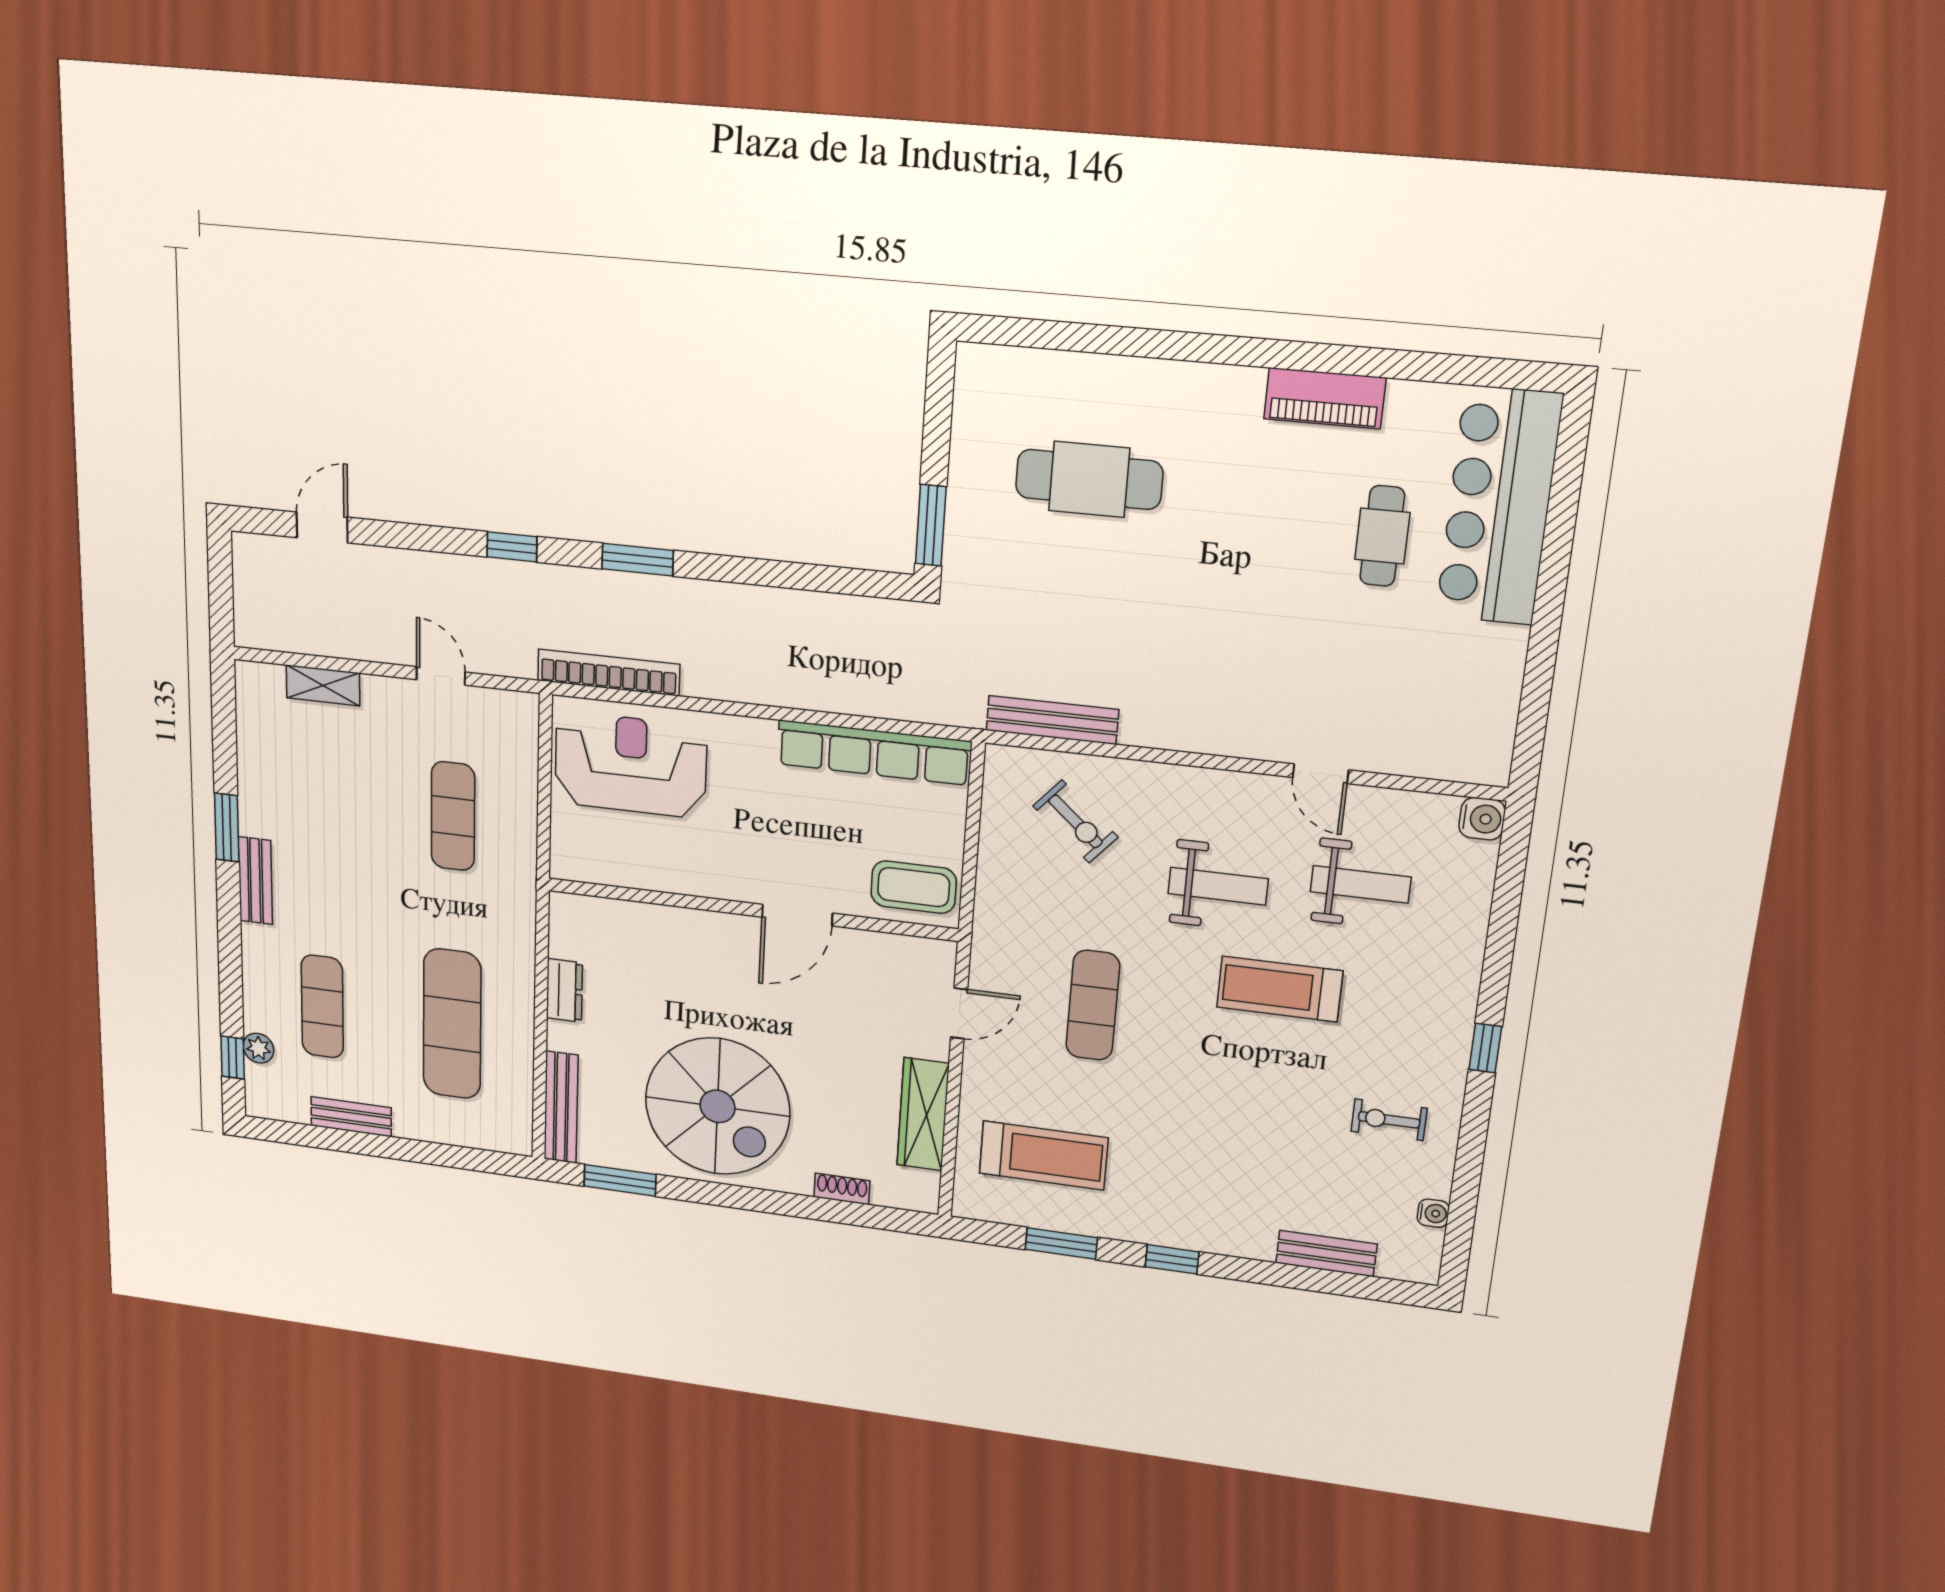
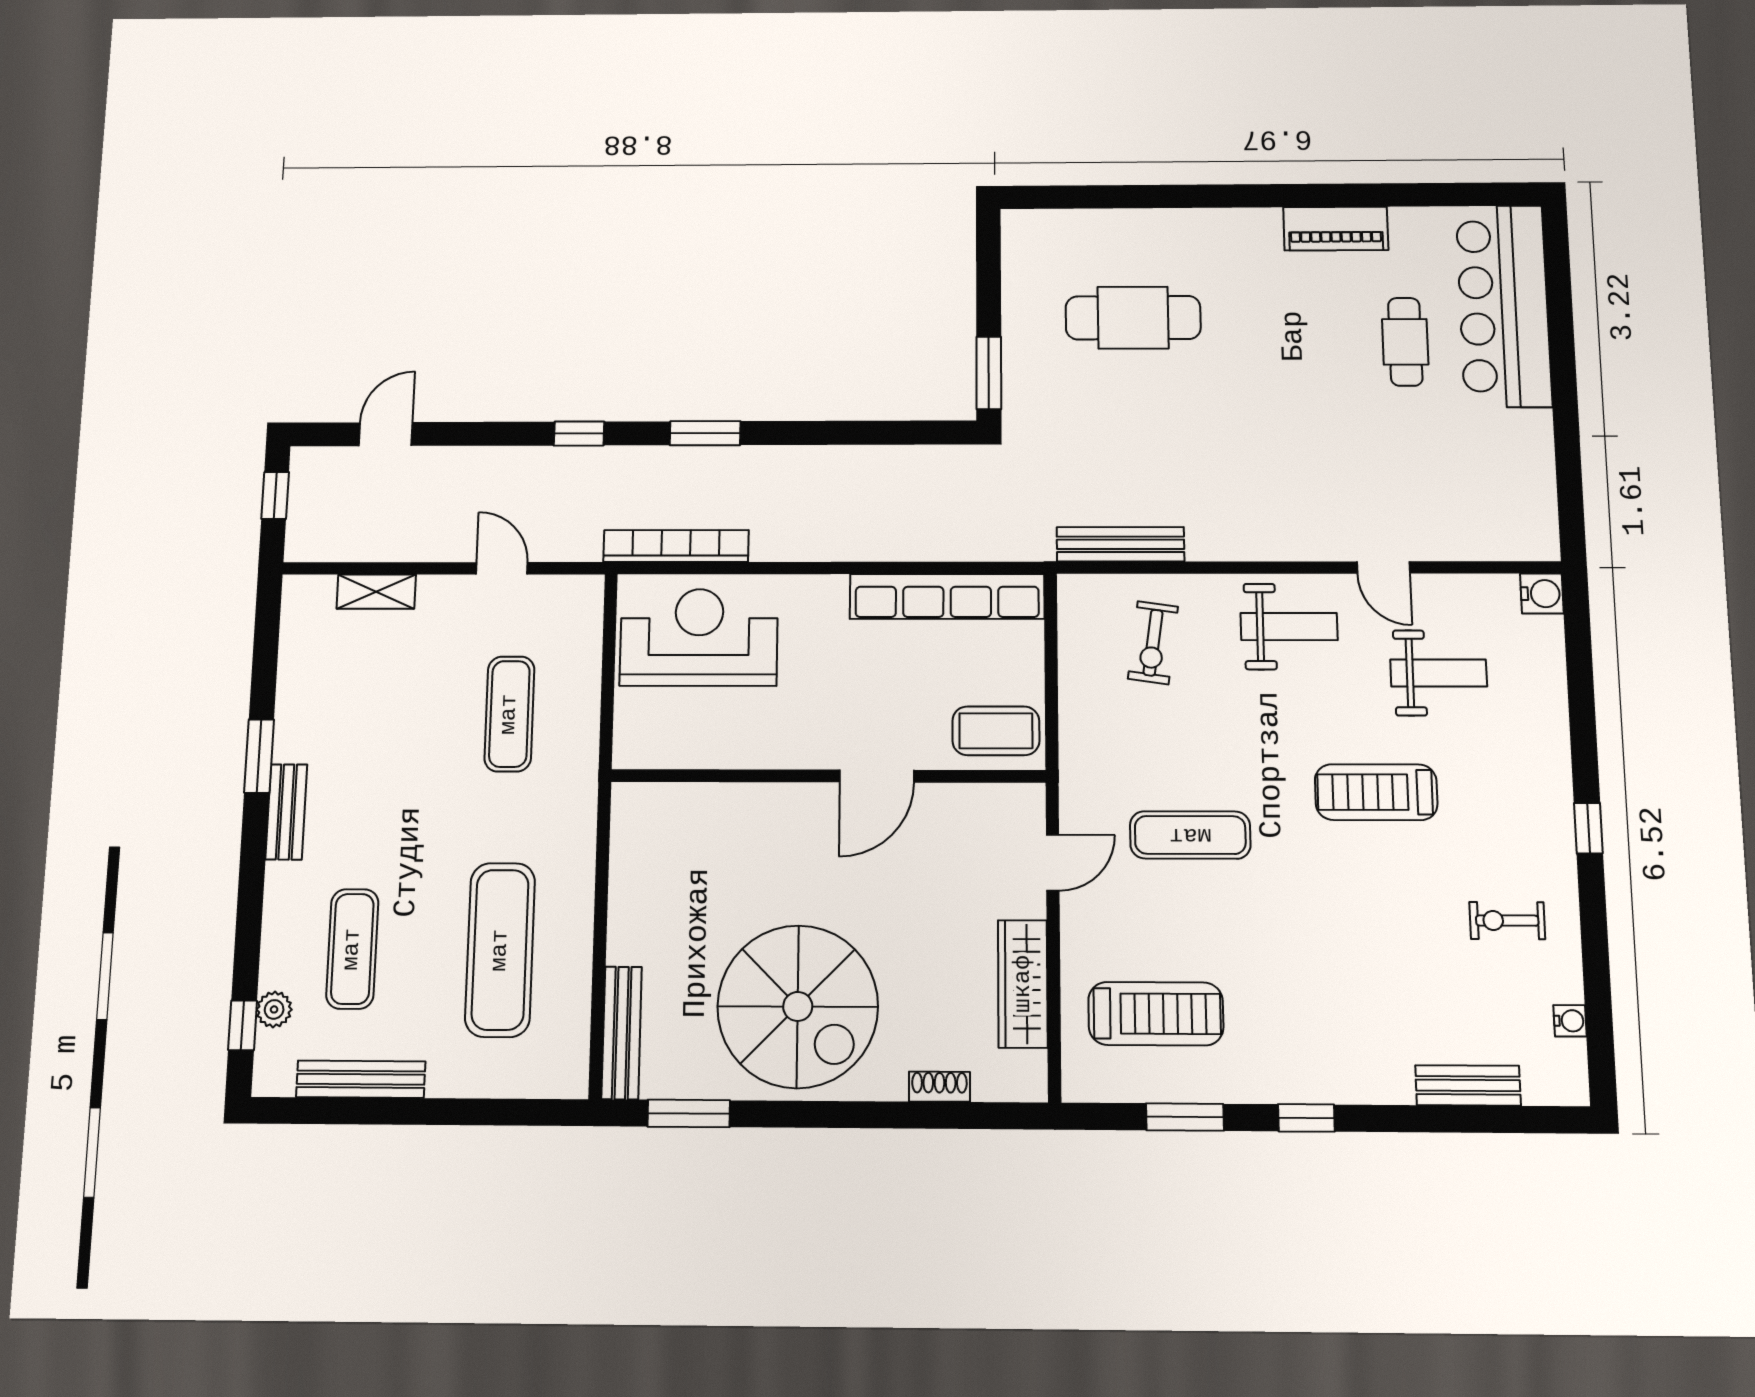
window: (220, 579) -> (275, 495), added
exercise bike: (1075, 821) -> (1153, 643), turned 57
weight bench: (1218, 886) -> (1289, 627), moved
dresser: (564, 990) -> (627, 893), removed
exercise mat: (1093, 1005) -> (1190, 835), turned 90
bench: (351, 1117) -> (361, 1079), width x1.36

